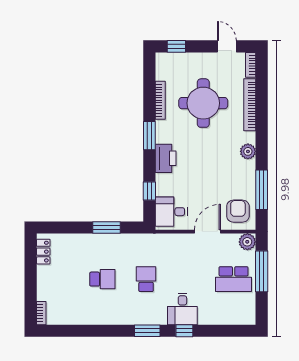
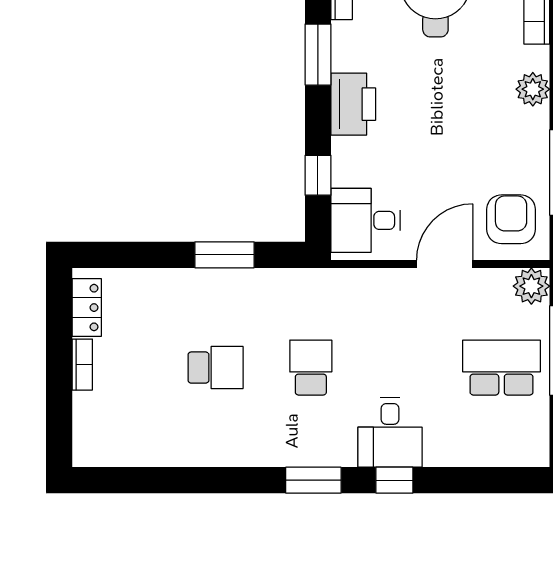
school desk: (234, 279) -> (502, 368), turned 180
bookcase: (41, 313) -> (82, 365), moved

